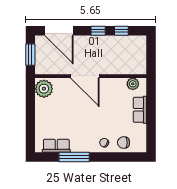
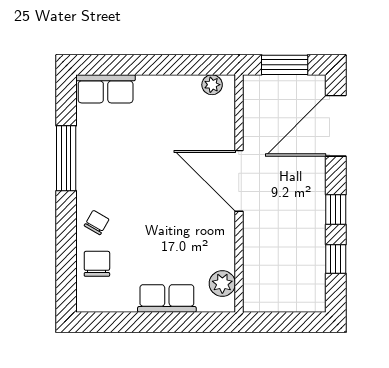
door: (85, 76) -> (239, 181), hinge flipped
plant: (44, 89) -> (212, 85), width x0.53, depth x0.53
row of seats: (56, 146) -> (106, 89), moved, turned 90

